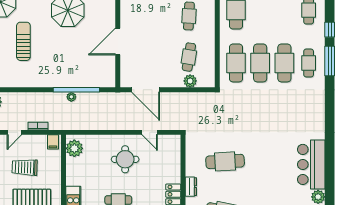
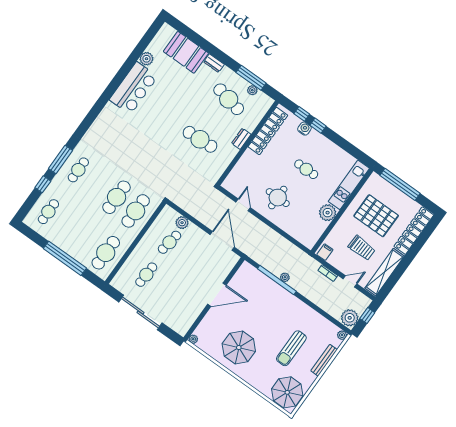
cafe table: (284, 63) -> (97, 184), removed
plant: (74, 148) -> (328, 213), moved

